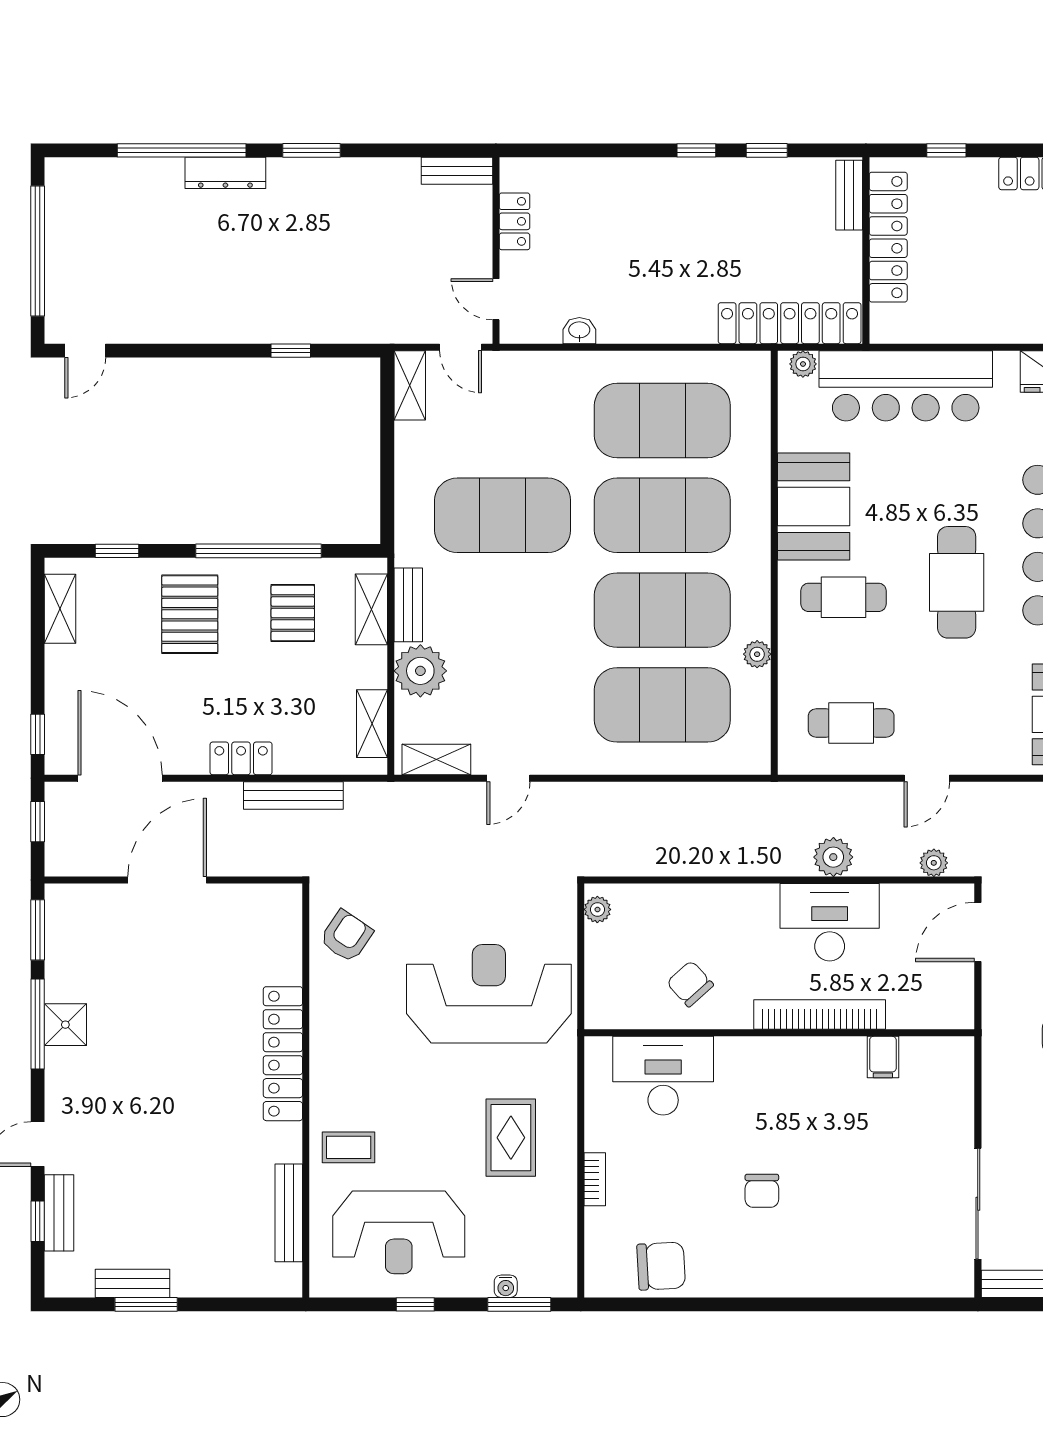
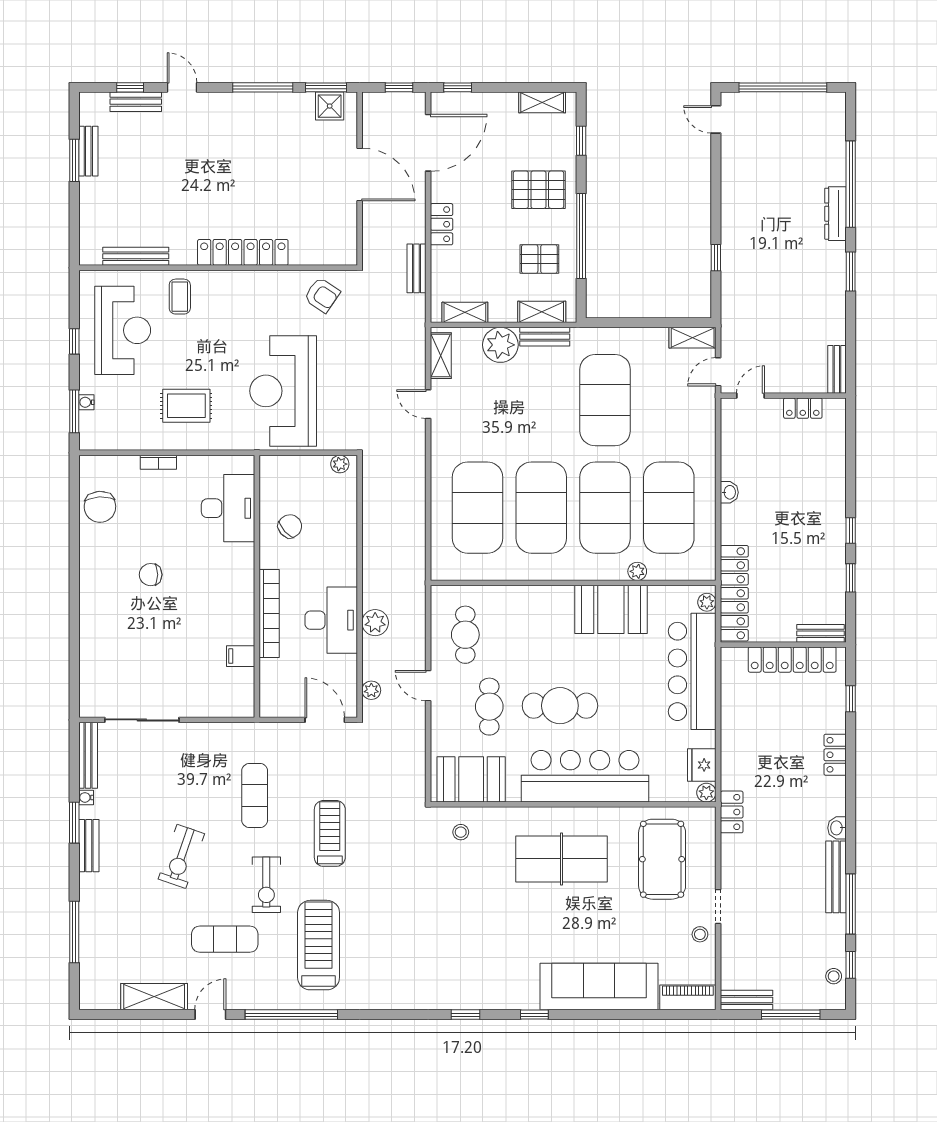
washbasin: (579, 331) -> (729, 492), moved
cafe table: (844, 597) -> (489, 707), moved
plant: (757, 654) -> (637, 571), moved
bench: (293, 796) -> (416, 268), width x0.73
reception desk: (489, 994) -> (283, 391), turned 180
shower: (65, 1025) -> (330, 106), moved
reception desk: (399, 1232) -> (123, 330), turned 180

